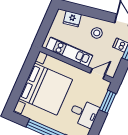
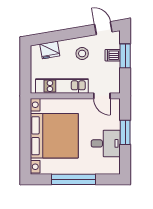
door: (98, 74) -> (102, 96), swing flipped
window: (108, 102) -> (125, 132), moved

